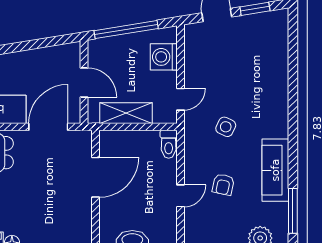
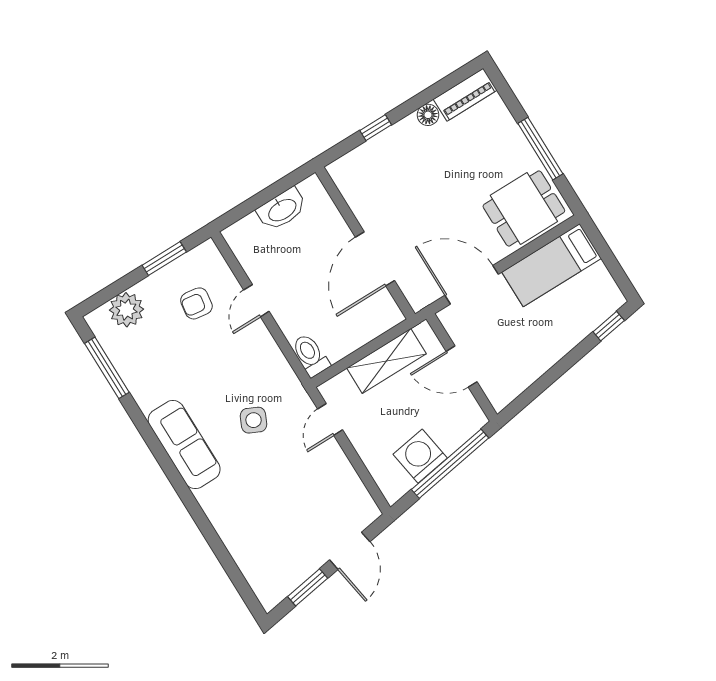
washing machine: (164, 57) -> (420, 456), moved, turned -99
door: (48, 127) -> (472, 285), swing flipped
sofa: (275, 170) -> (184, 445), moved
armchair: (223, 185) -> (196, 303), moved, turned -94

